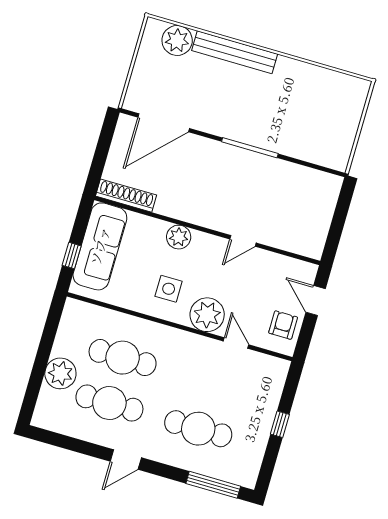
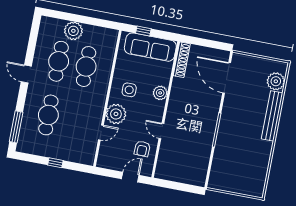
armchair: (283, 325) -> (142, 149), moved, turned 92

